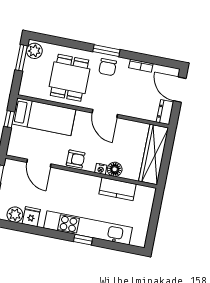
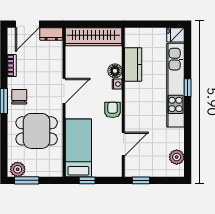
chair: (108, 67) -> (19, 97), turned -90
fridge: (31, 217) -> (176, 35), moved

